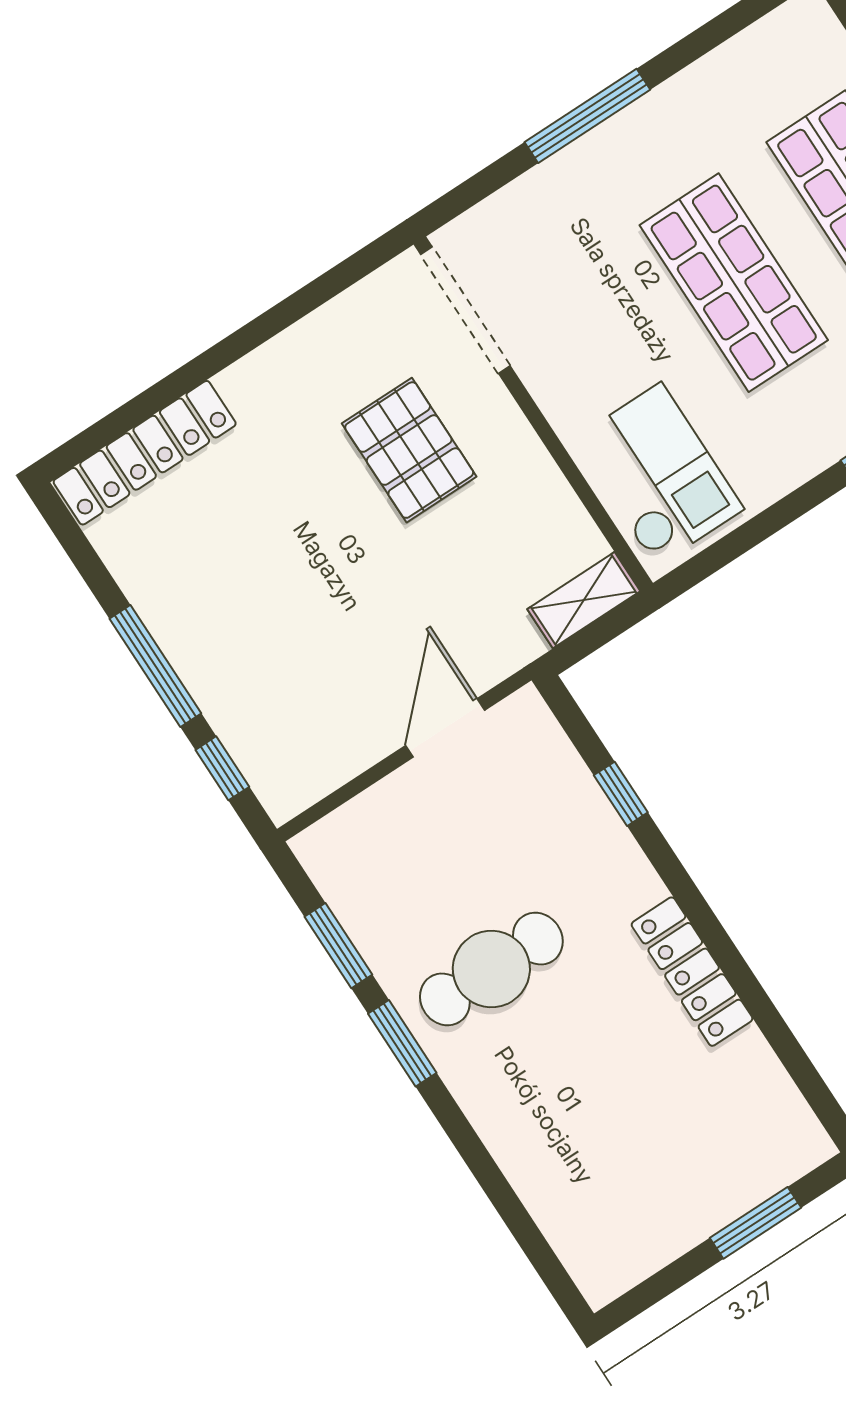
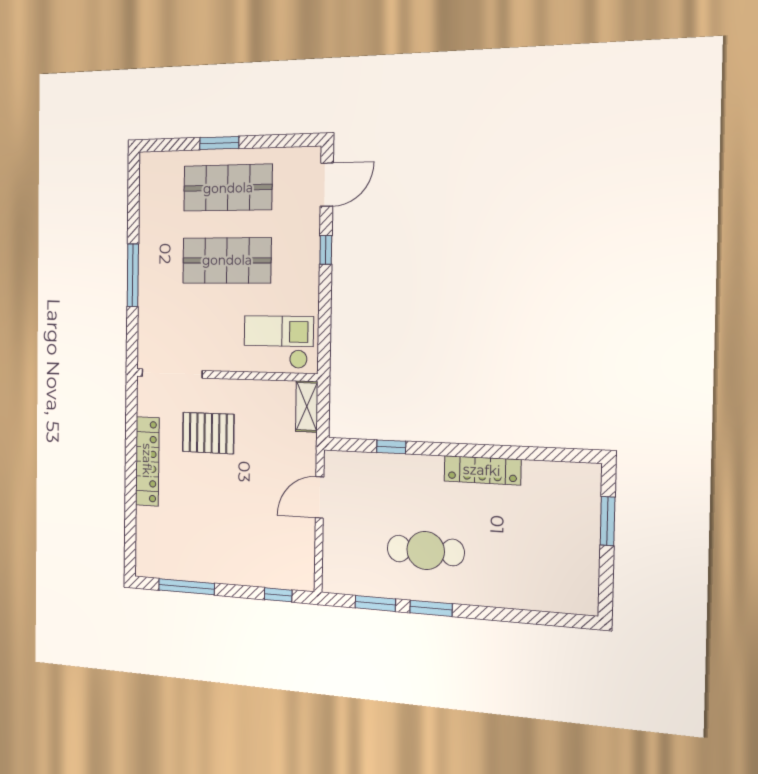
locker: (145, 453) -> (147, 461), moved
window: (155, 666) -> (186, 587), moved
door: (445, 728) -> (320, 497), hinge flipped
cafe table: (491, 969) -> (426, 550), turned 90

